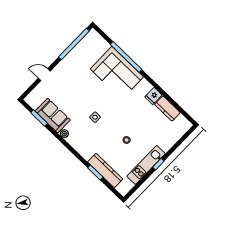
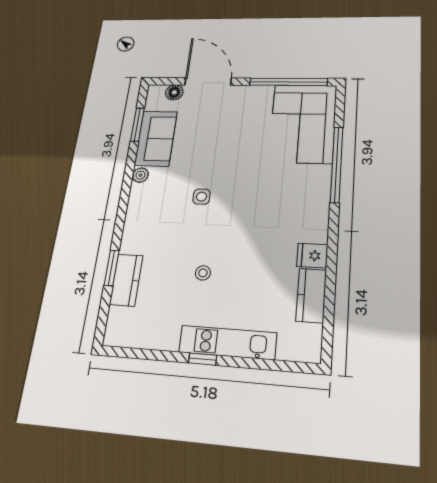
corner sofa: (117, 73) -> (303, 123), moved
door: (44, 75) -> (208, 82), width x1.87
floor lamp: (37, 92) -> (174, 92), added
kitchen unit: (146, 165) -> (228, 342), moved
kitchen counter: (105, 170) -> (126, 280), width x0.67

